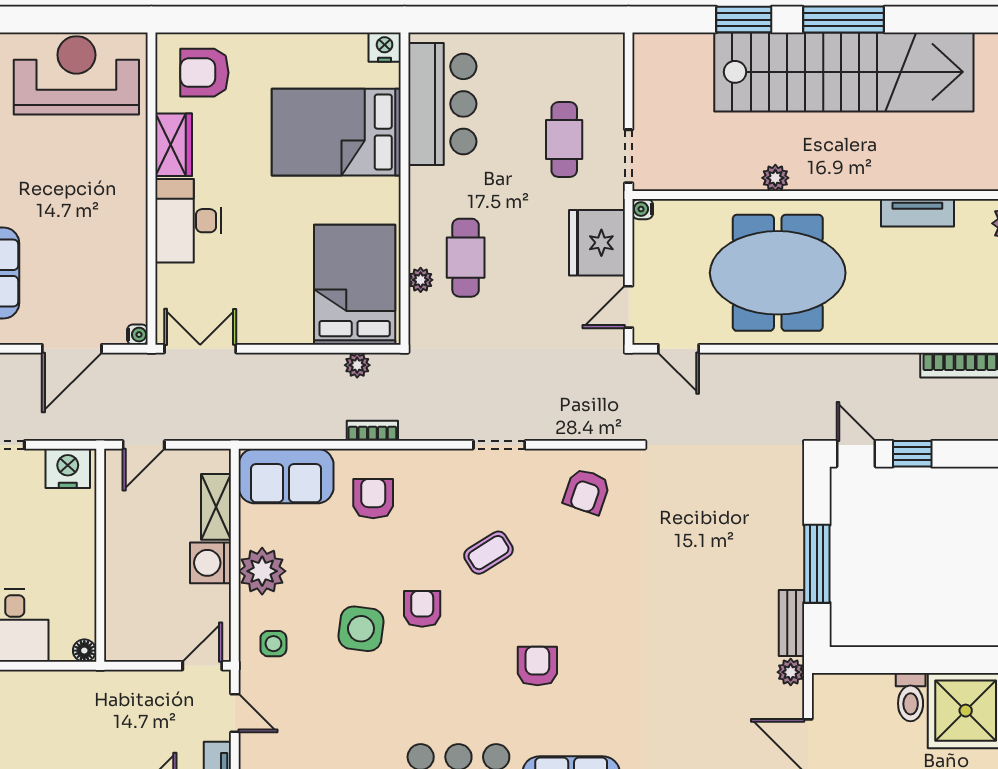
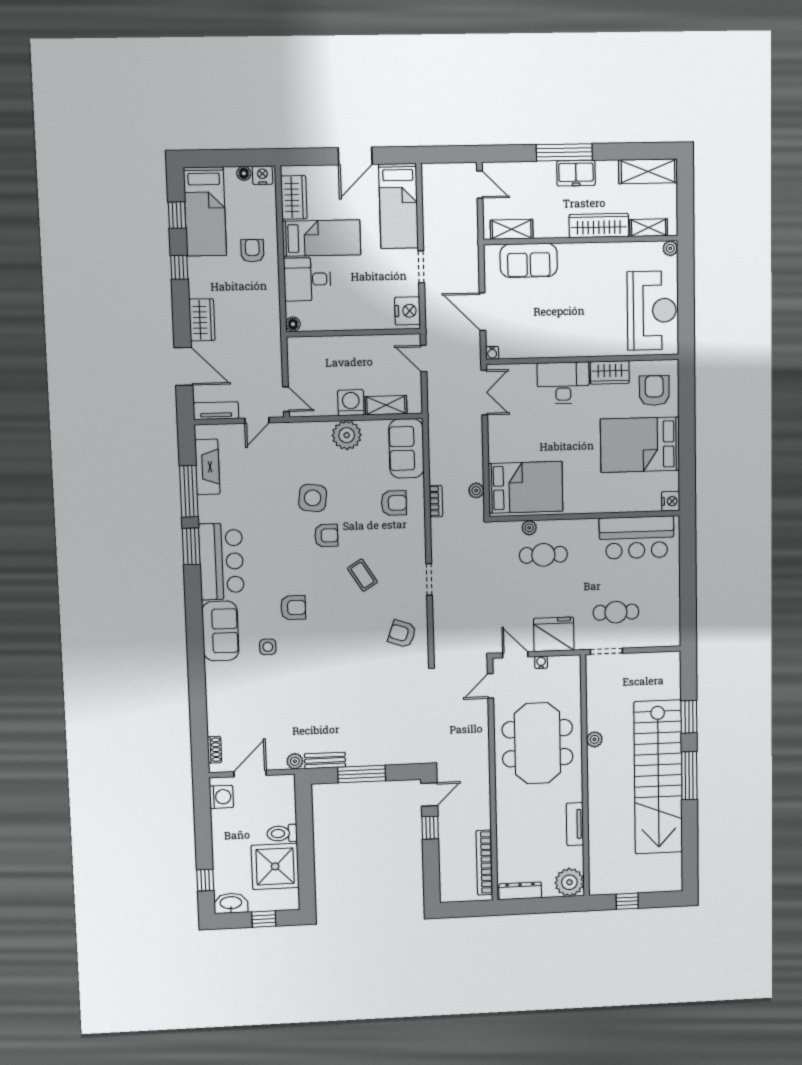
bed: (336, 132) -> (640, 445), moved, turned -90
water cooler: (643, 209) -> (541, 662), moved
side table: (273, 644) -> (268, 647), moved

